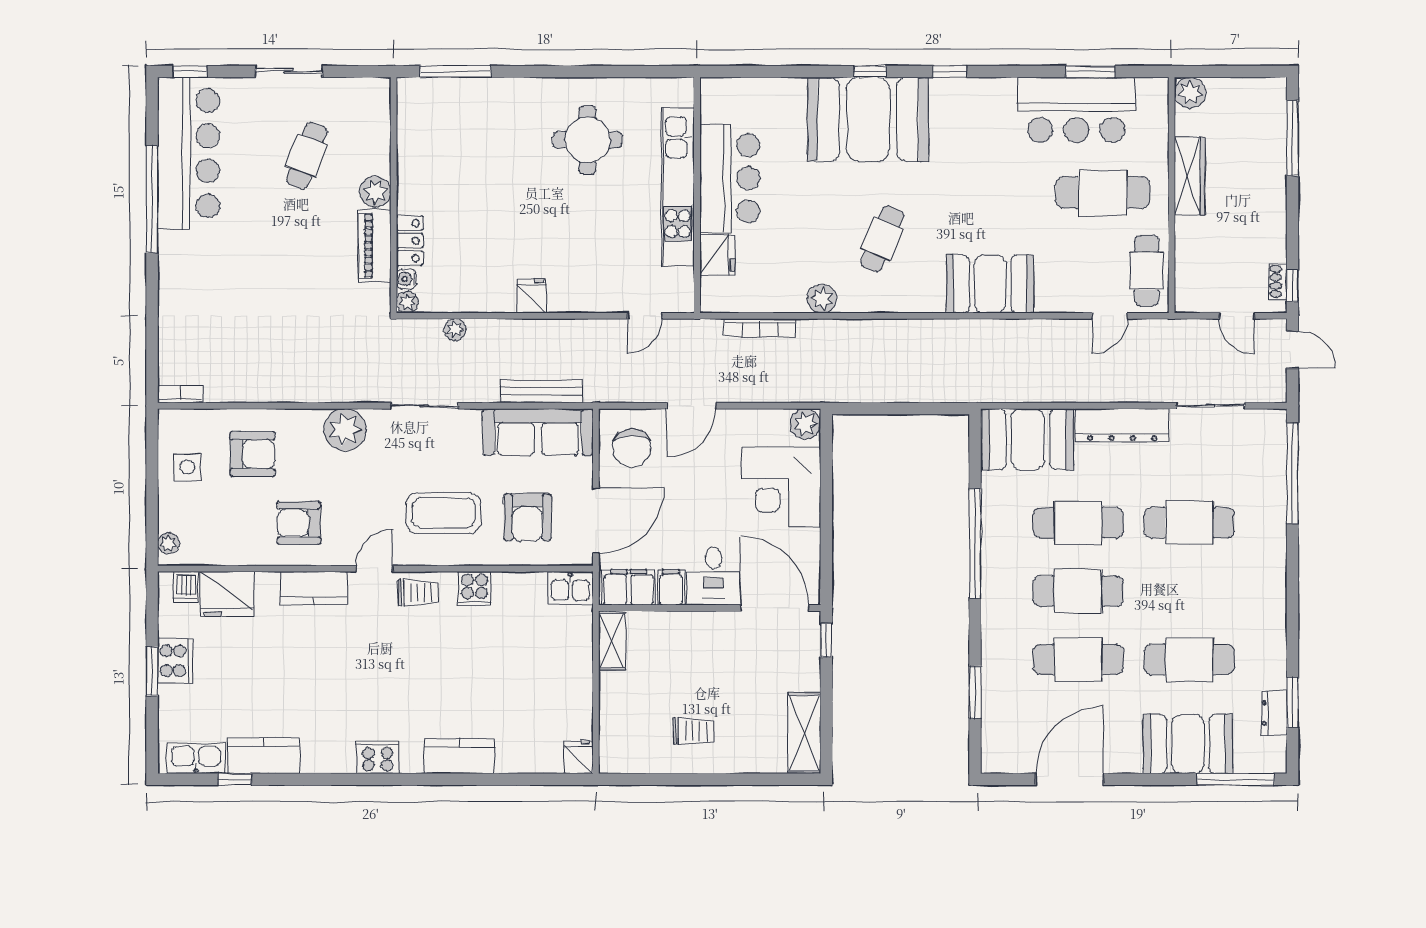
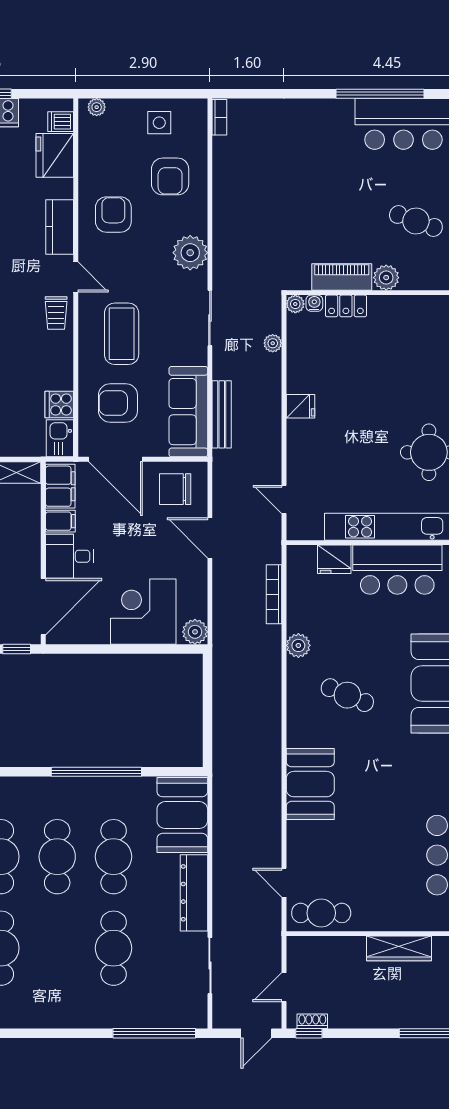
cafe table: (1103, 193) -> (386, 877), removed
cooker: (474, 589) -> (59, 404), moved

